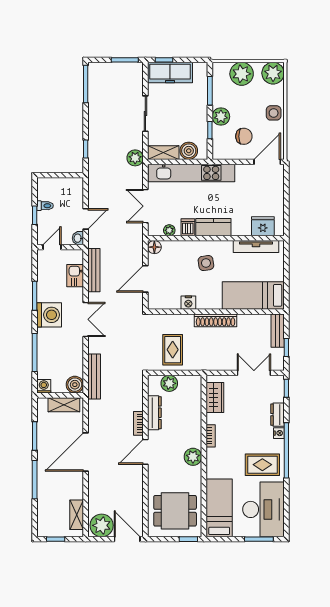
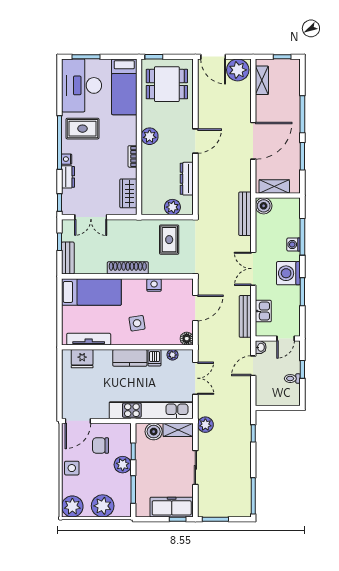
washing machine: (44, 386) -> (294, 244), moved, turned 90
bookcase: (138, 423) -> (202, 168), removed

